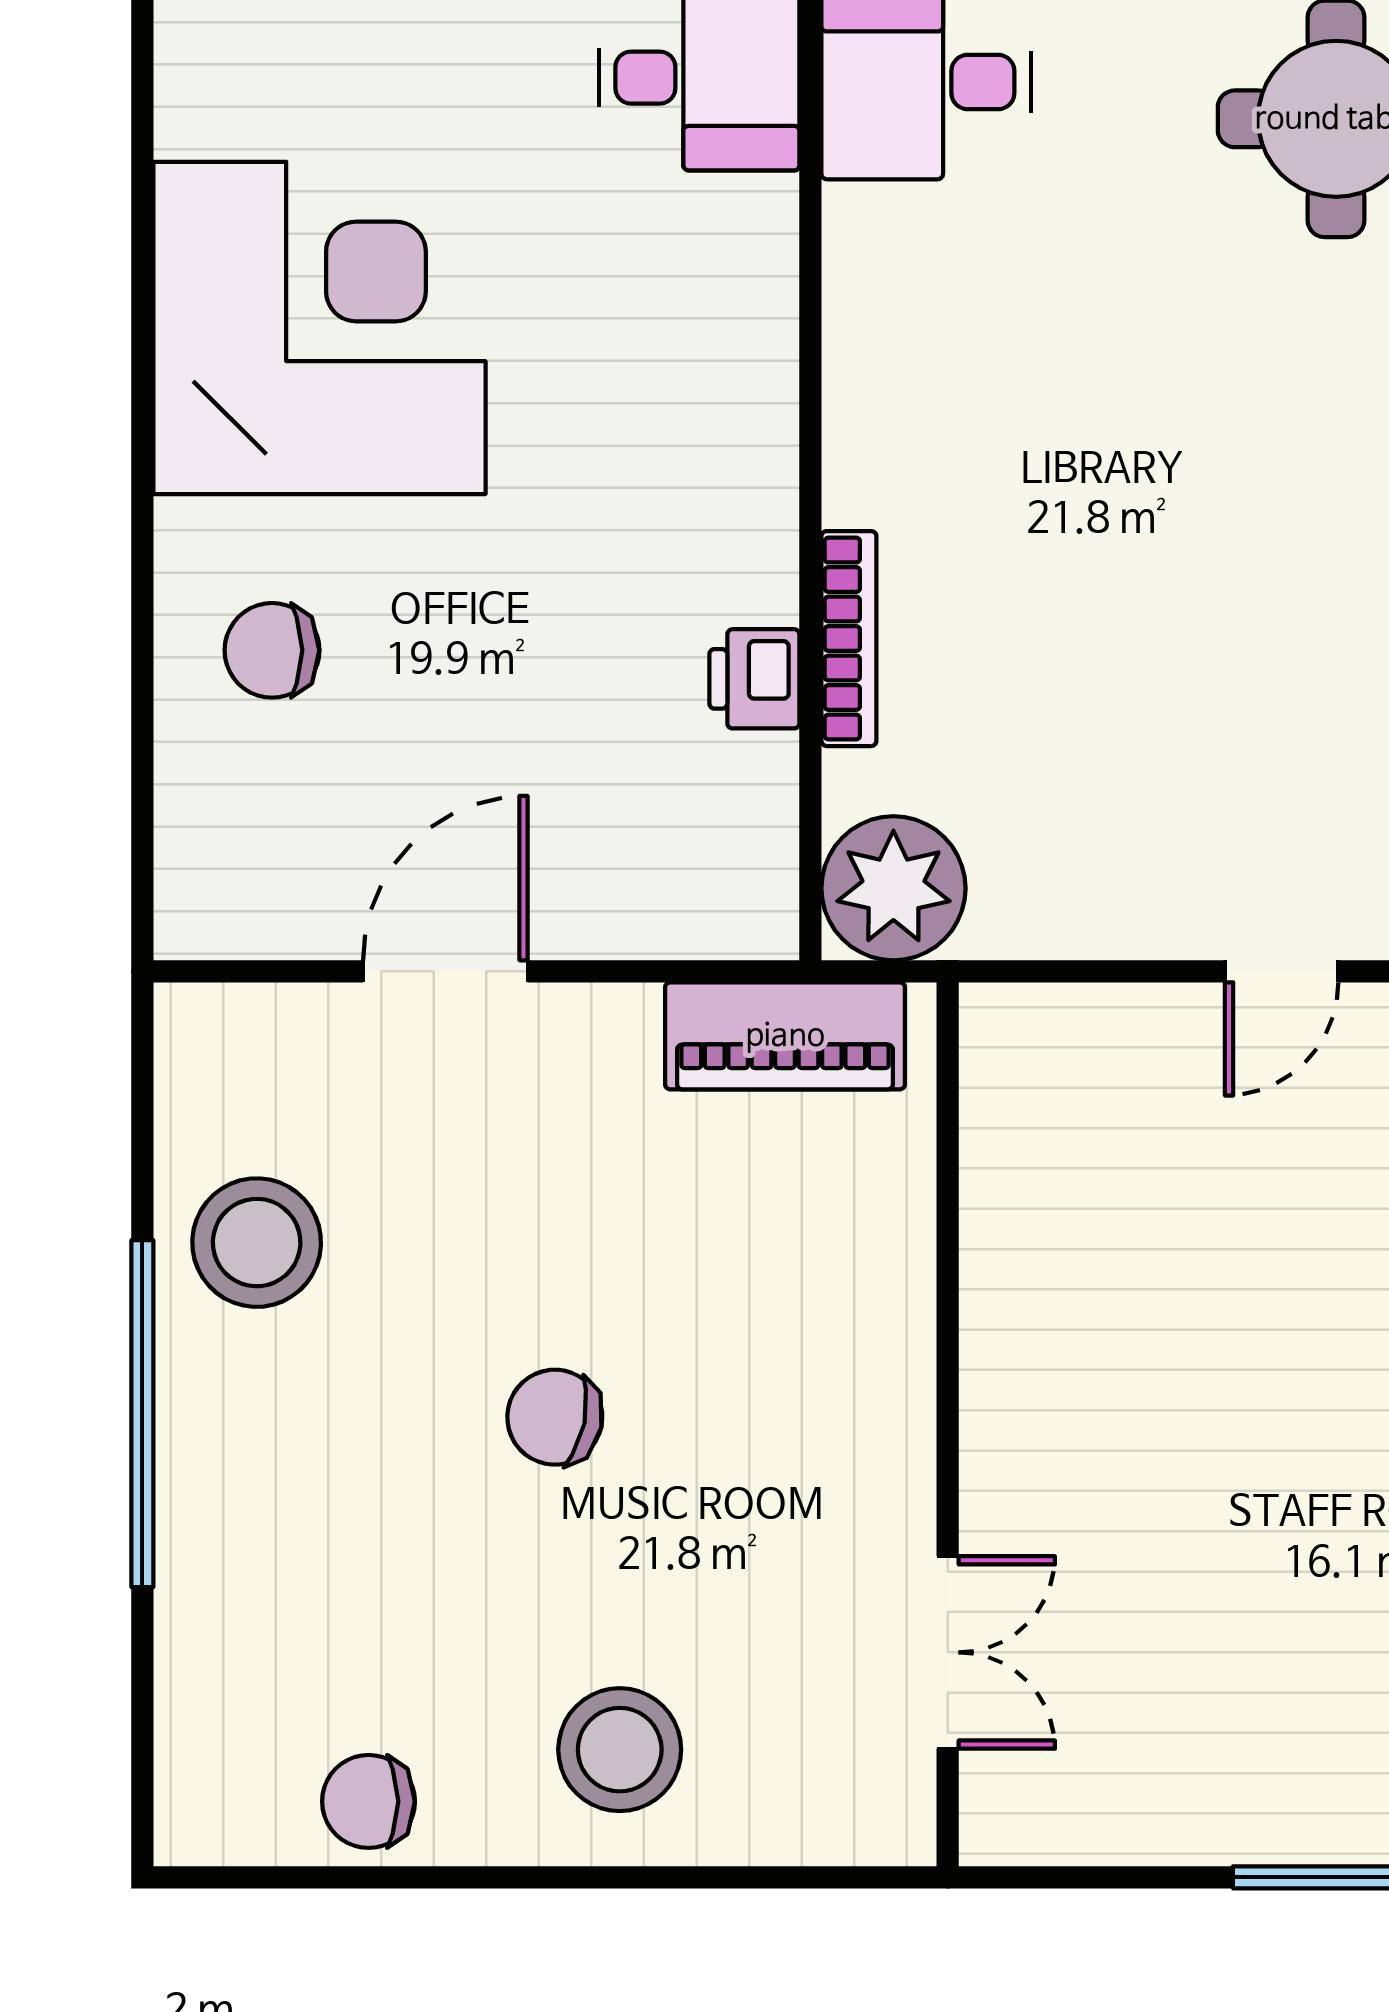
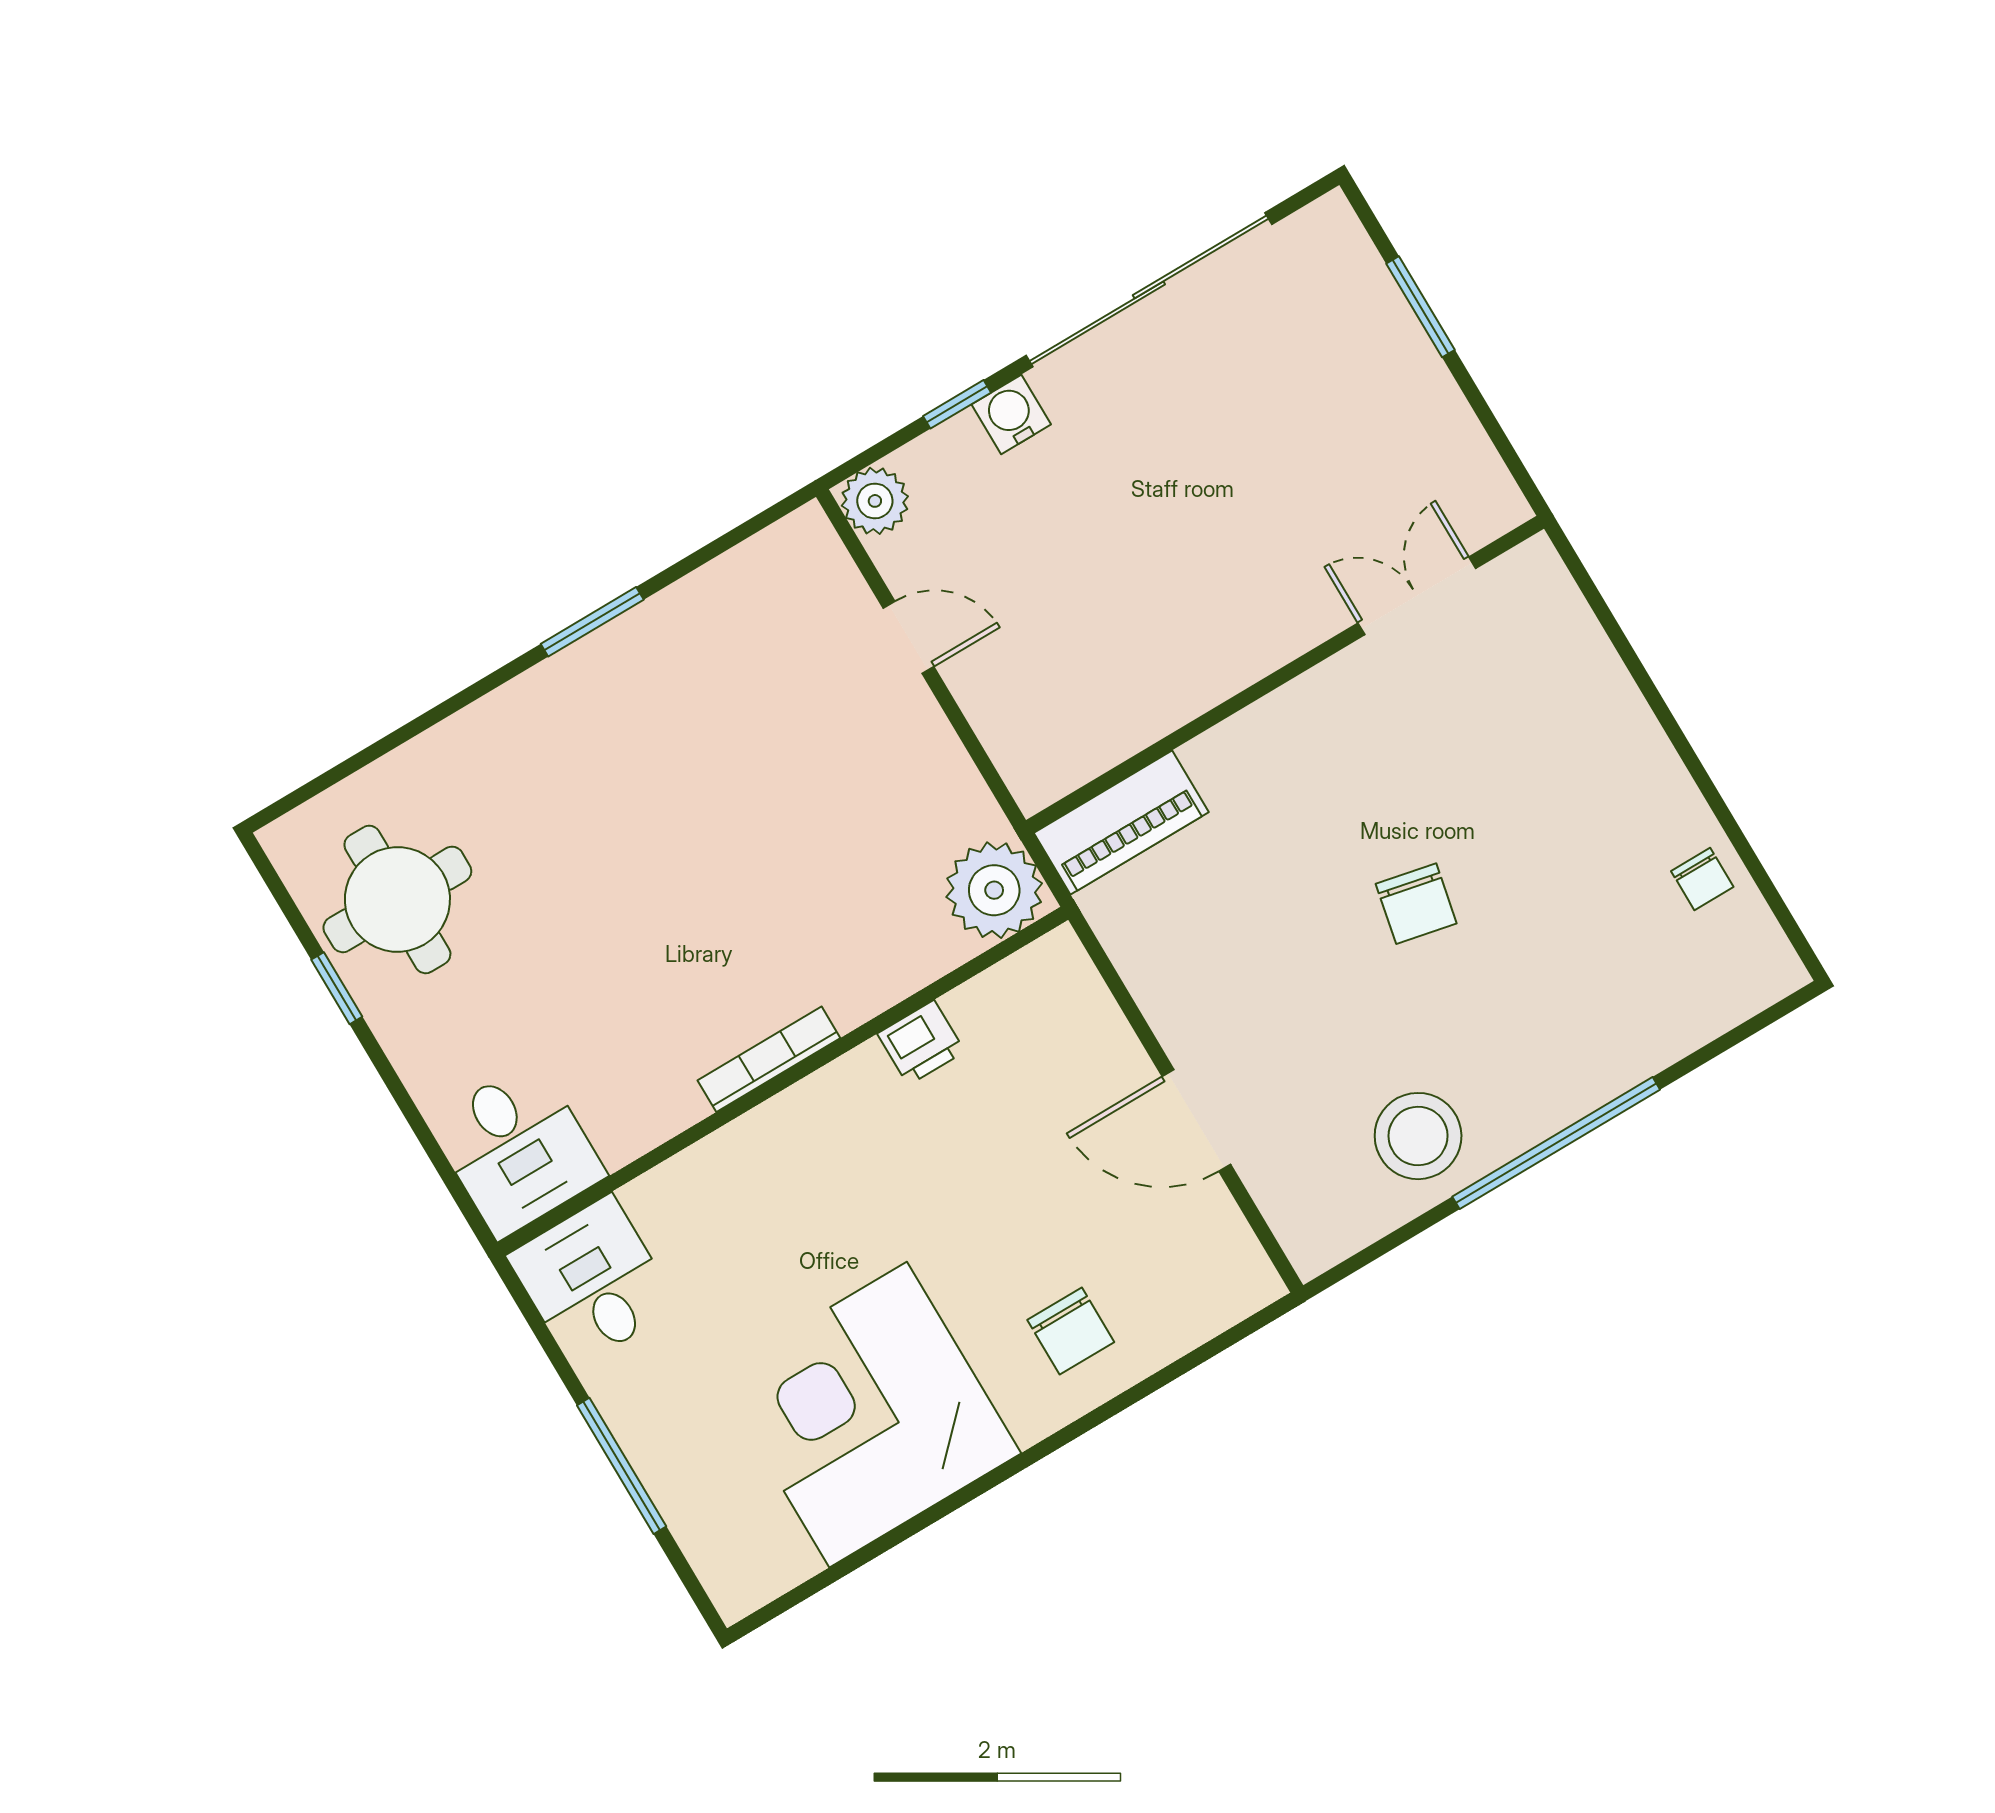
bookcase: (849, 639) -> (769, 1059), moved
piano: (785, 1036) -> (1121, 823), moved, turned 90
stool: (620, 1750) -> (1586, 752), removed
chair: (369, 1801) -> (1702, 879), width x0.73, depth x0.73

